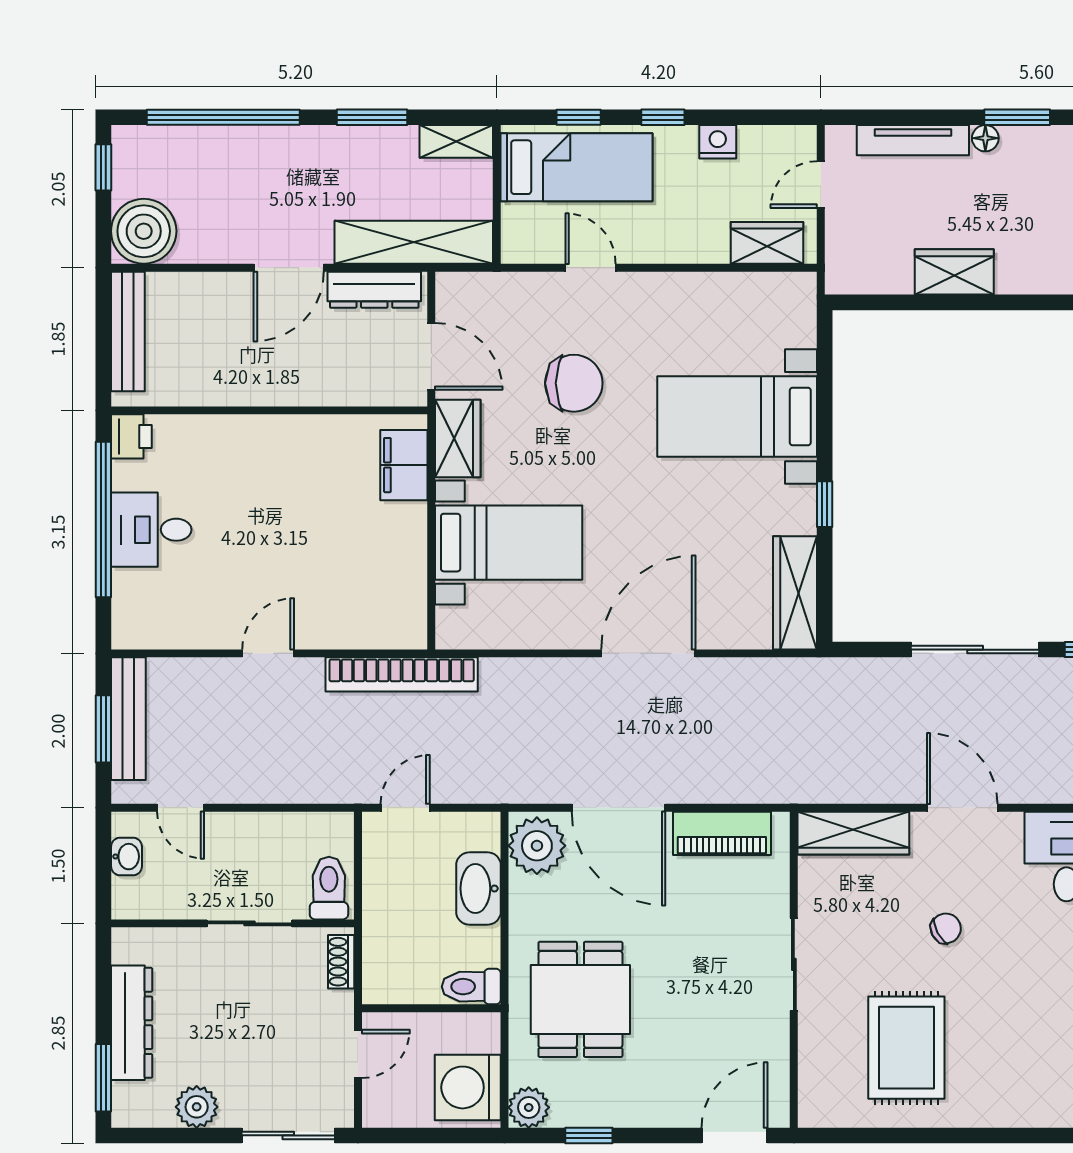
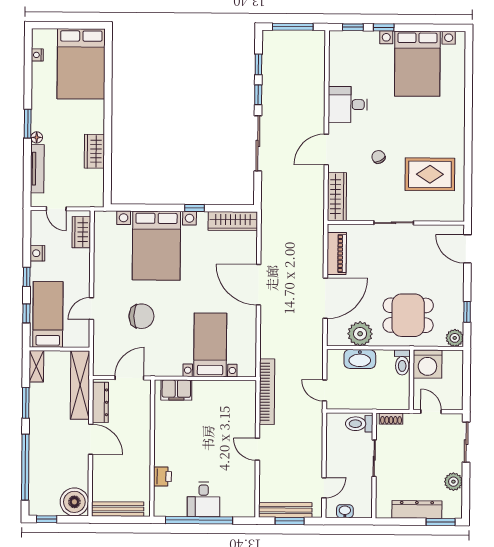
chair: (574, 383) -> (141, 316), turned 90
bed with nightstands: (737, 417) -> (156, 246), width x1.36
printer: (131, 436) -> (162, 476), moved, turned 90
wardrobe: (458, 438) -> (165, 367), removed
plant: (537, 846) -> (360, 334), moved
washing machine: (468, 1087) -> (427, 364), moved

